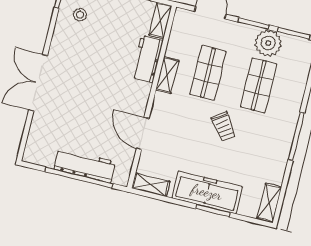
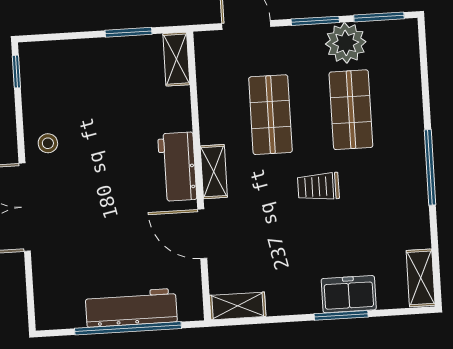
stool: (80, 15) -> (48, 143), moved
workbench: (147, 59) -> (177, 167), moved
shelving: (167, 75) -> (214, 172), moved
trolley: (224, 127) -> (318, 187), turned 126
freezer: (207, 192) -> (349, 294), width x0.52, depth x0.79

